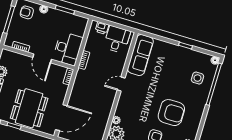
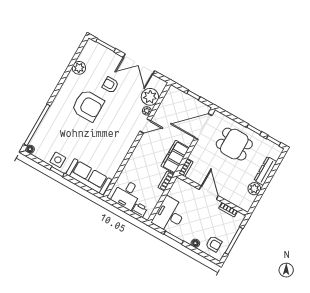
desk: (68, 49) -> (169, 215), moved
sofa: (140, 55) -> (89, 177), moved, turned 90
side table: (197, 78) -> (58, 160), moved
filing cabinet: (81, 84) -> (175, 157), added
door: (121, 84) -> (145, 126), moved
dining table: (29, 108) -> (234, 144), width x0.73
armchair: (171, 113) -> (88, 106), turned 180

